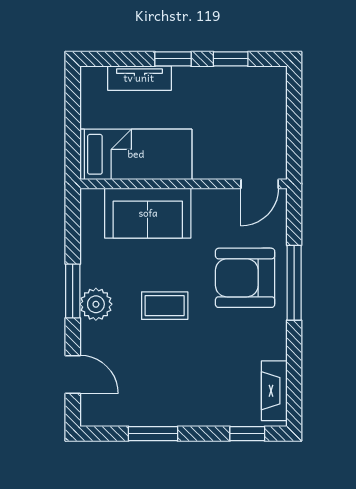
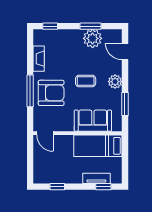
window: (173, 59) -> (103, 187), moved
door: (260, 184) -> (45, 133), swing flipped
window: (73, 291) -> (125, 104), moved
fireplace: (274, 391) -> (39, 59), moved
plant: (148, 405) -> (93, 38), added

